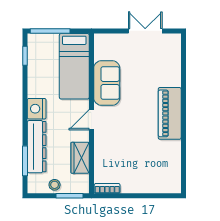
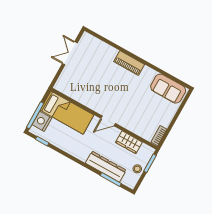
sofa: (107, 83) -> (168, 89), moved, turned 180
nightstand: (37, 109) -> (42, 121), moved, turned 90
piano: (170, 113) -> (129, 63), width x0.73, depth x0.75
door: (91, 120) -> (108, 121), hinge flipped

